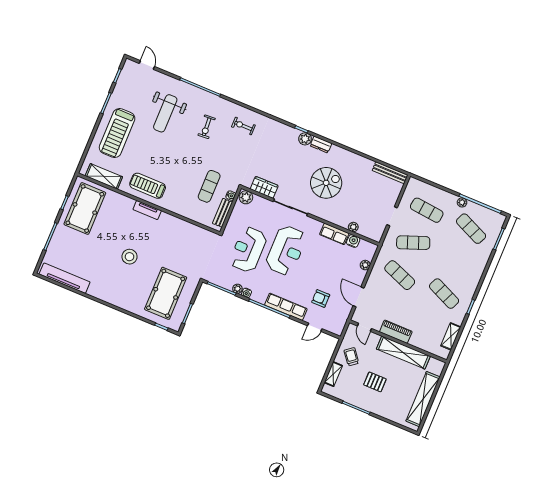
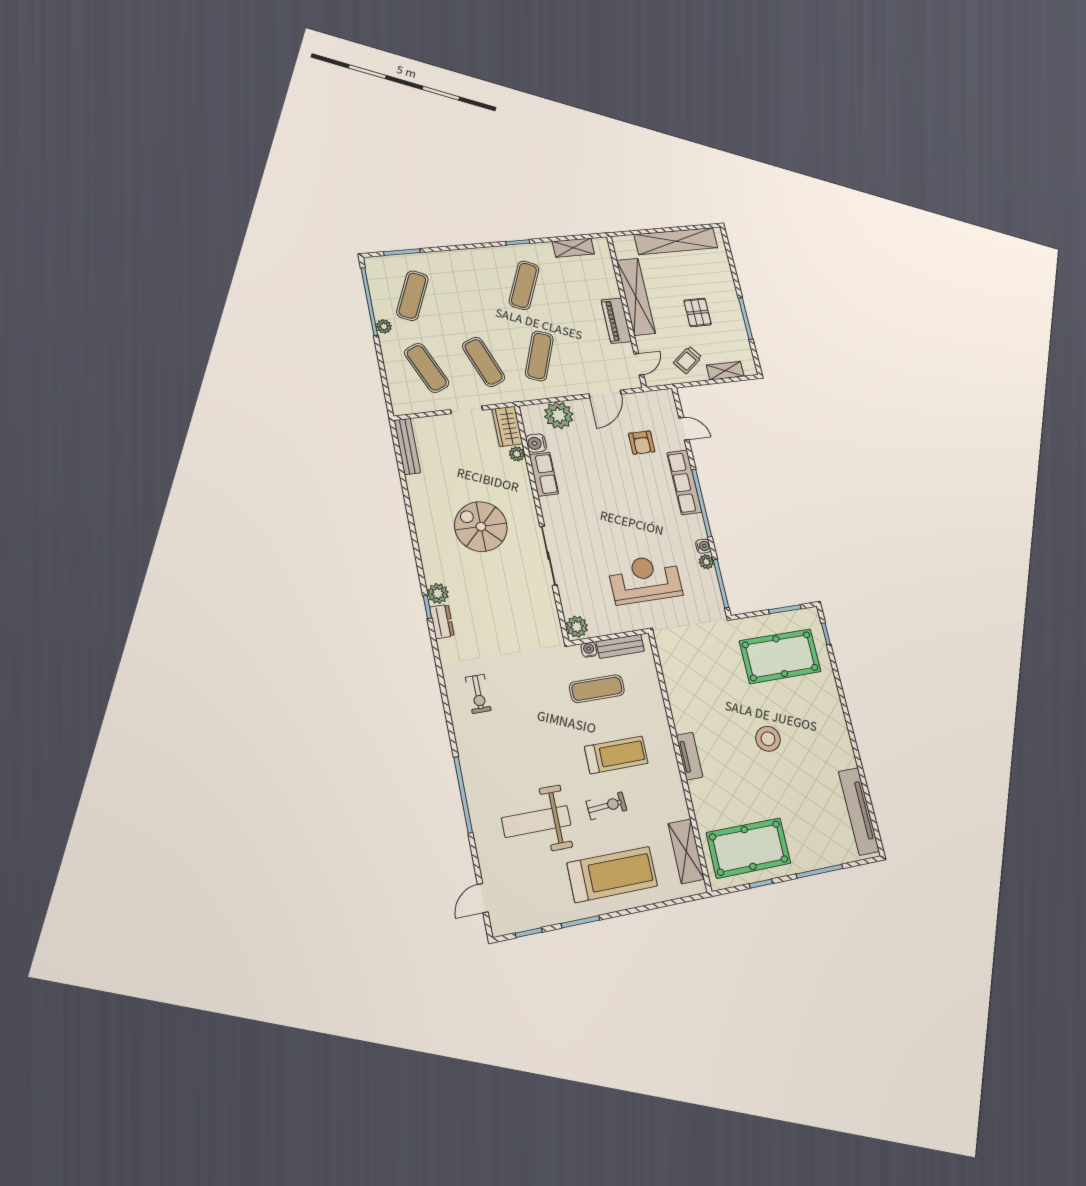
weight bench: (165, 113) -> (536, 821), turned 180
exercise bike: (207, 127) -> (606, 806), moved
dresser: (321, 145) -> (442, 622), moved
treadmill: (148, 186) -> (616, 755), moved, turned -90
wardrobe: (264, 187) -> (507, 426), moved
exercise mat: (427, 210) -> (427, 368), turned -30
reception desk: (248, 250) -> (645, 579), turned 180
reception desk: (286, 250) -> (611, 527), removed
plant: (365, 265) -> (559, 415), width x1.88, depth x1.88

